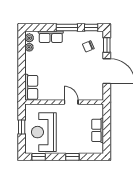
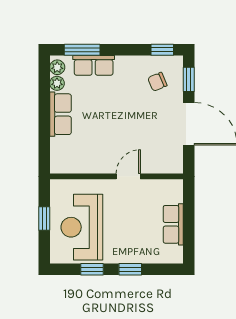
window: (67, 27) -> (82, 50), moved
row of seats: (31, 87) -> (60, 114), moved
door: (71, 102) -> (128, 176), hinge flipped
window: (39, 157) -> (92, 269), moved

